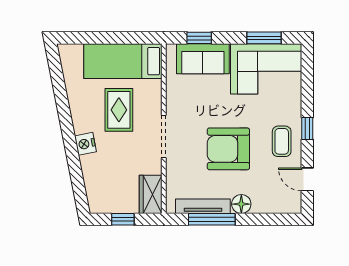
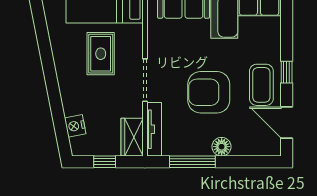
coffee table: (282, 141) -> (261, 85), width x1.36, depth x1.30
nightstand: (85, 144) -> (75, 126), moved
door: (307, 179) -> (287, 122), width x1.38
tv unit: (203, 206) -> (154, 129), moved, turned 90

